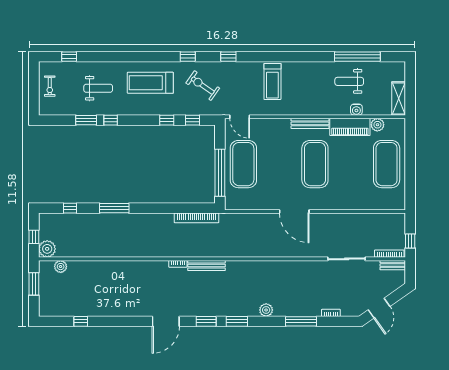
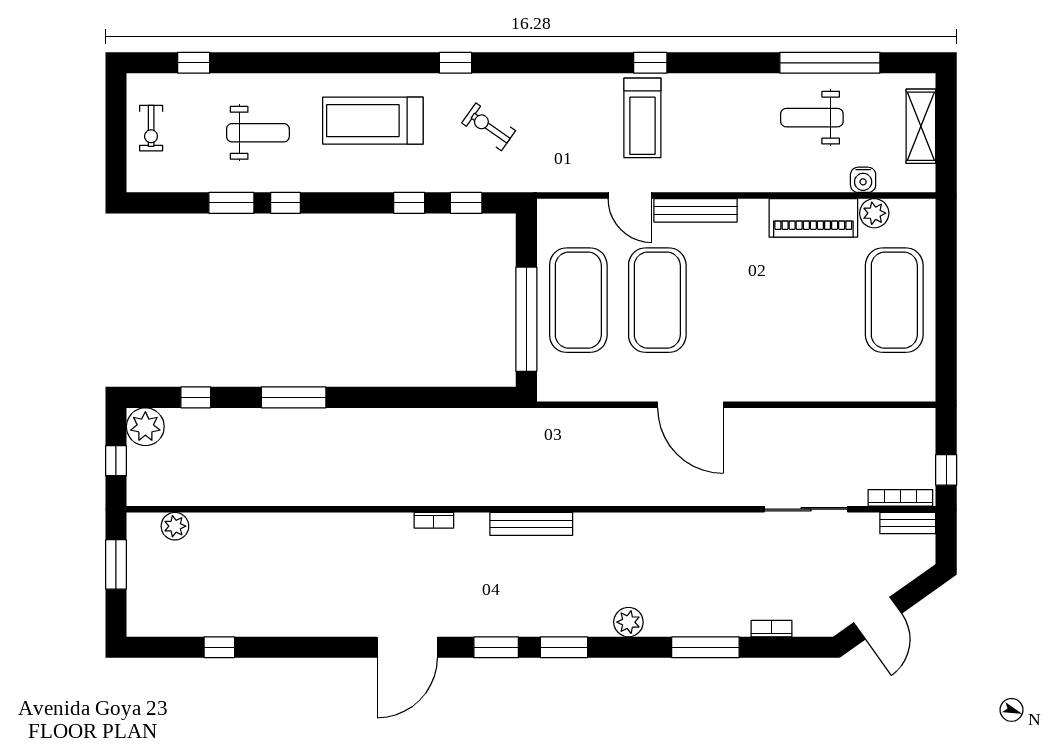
window: (228, 57) -> (650, 63), moved
exercise bike: (203, 86) -> (489, 127), width x0.73, depth x0.72
shelving: (399, 98) -> (921, 126), moved
water cooler: (356, 110) -> (863, 180), moved
door: (240, 117) -> (630, 196), moved
bench: (310, 123) -> (696, 210), moved
exercise mat: (315, 164) -> (657, 300), moved
bookcase: (197, 218) -> (475, 419), removed
plant: (47, 249) -> (145, 427), moved
bench: (206, 266) -> (531, 524), moved

